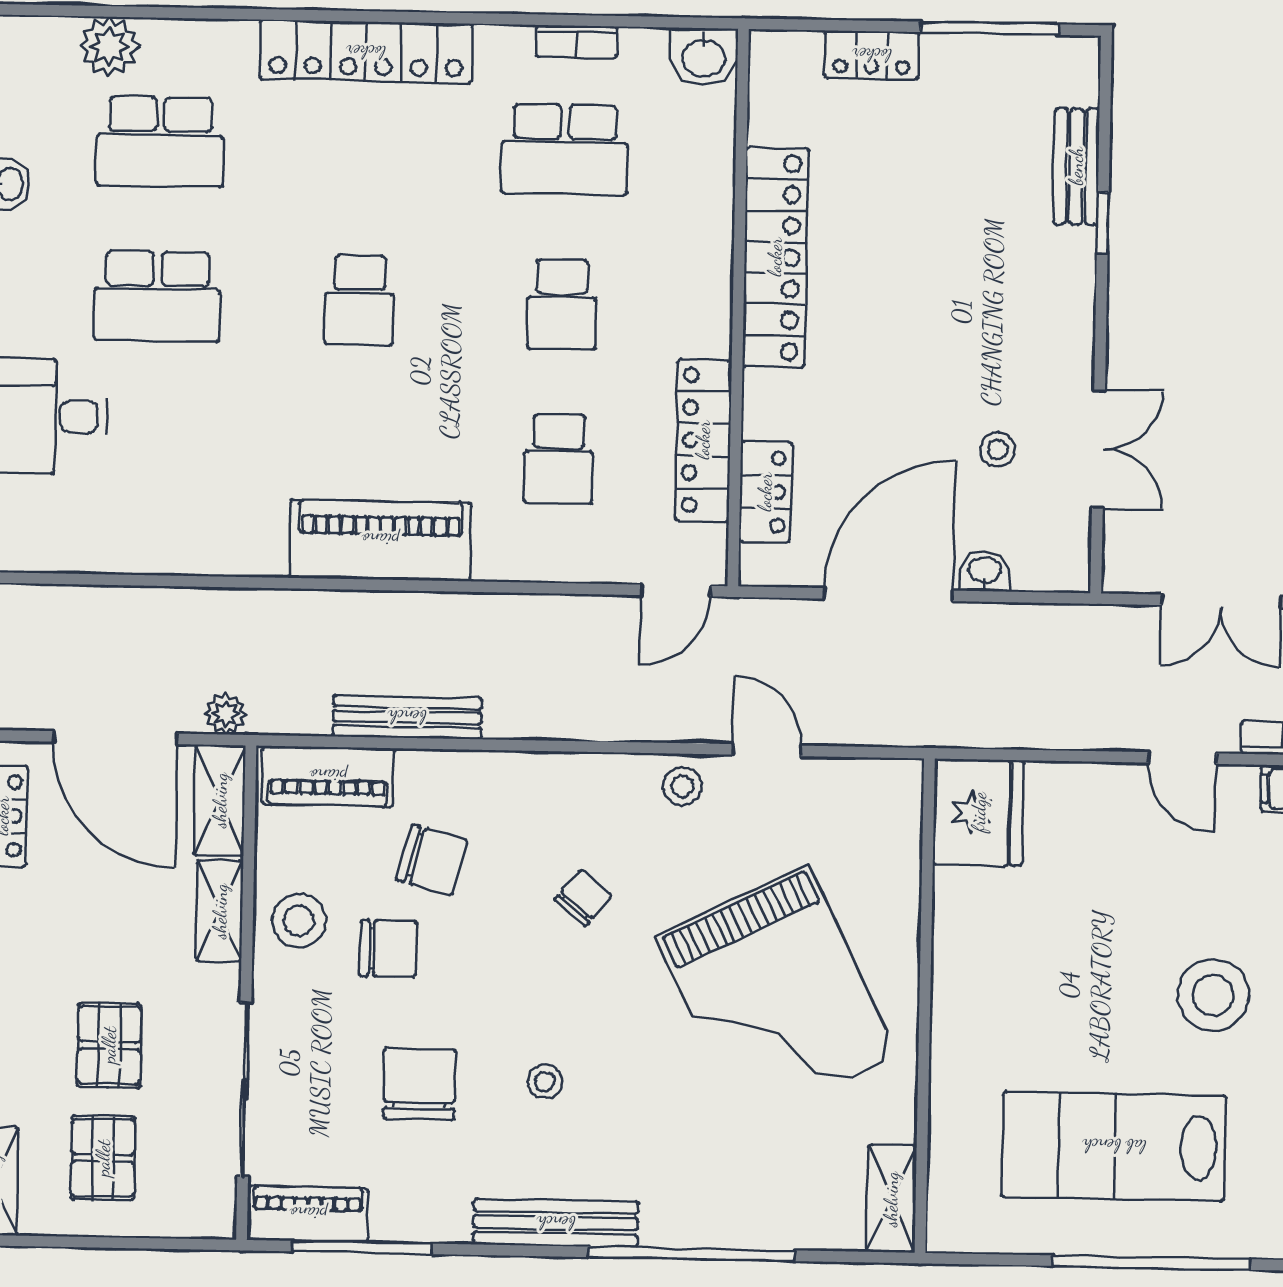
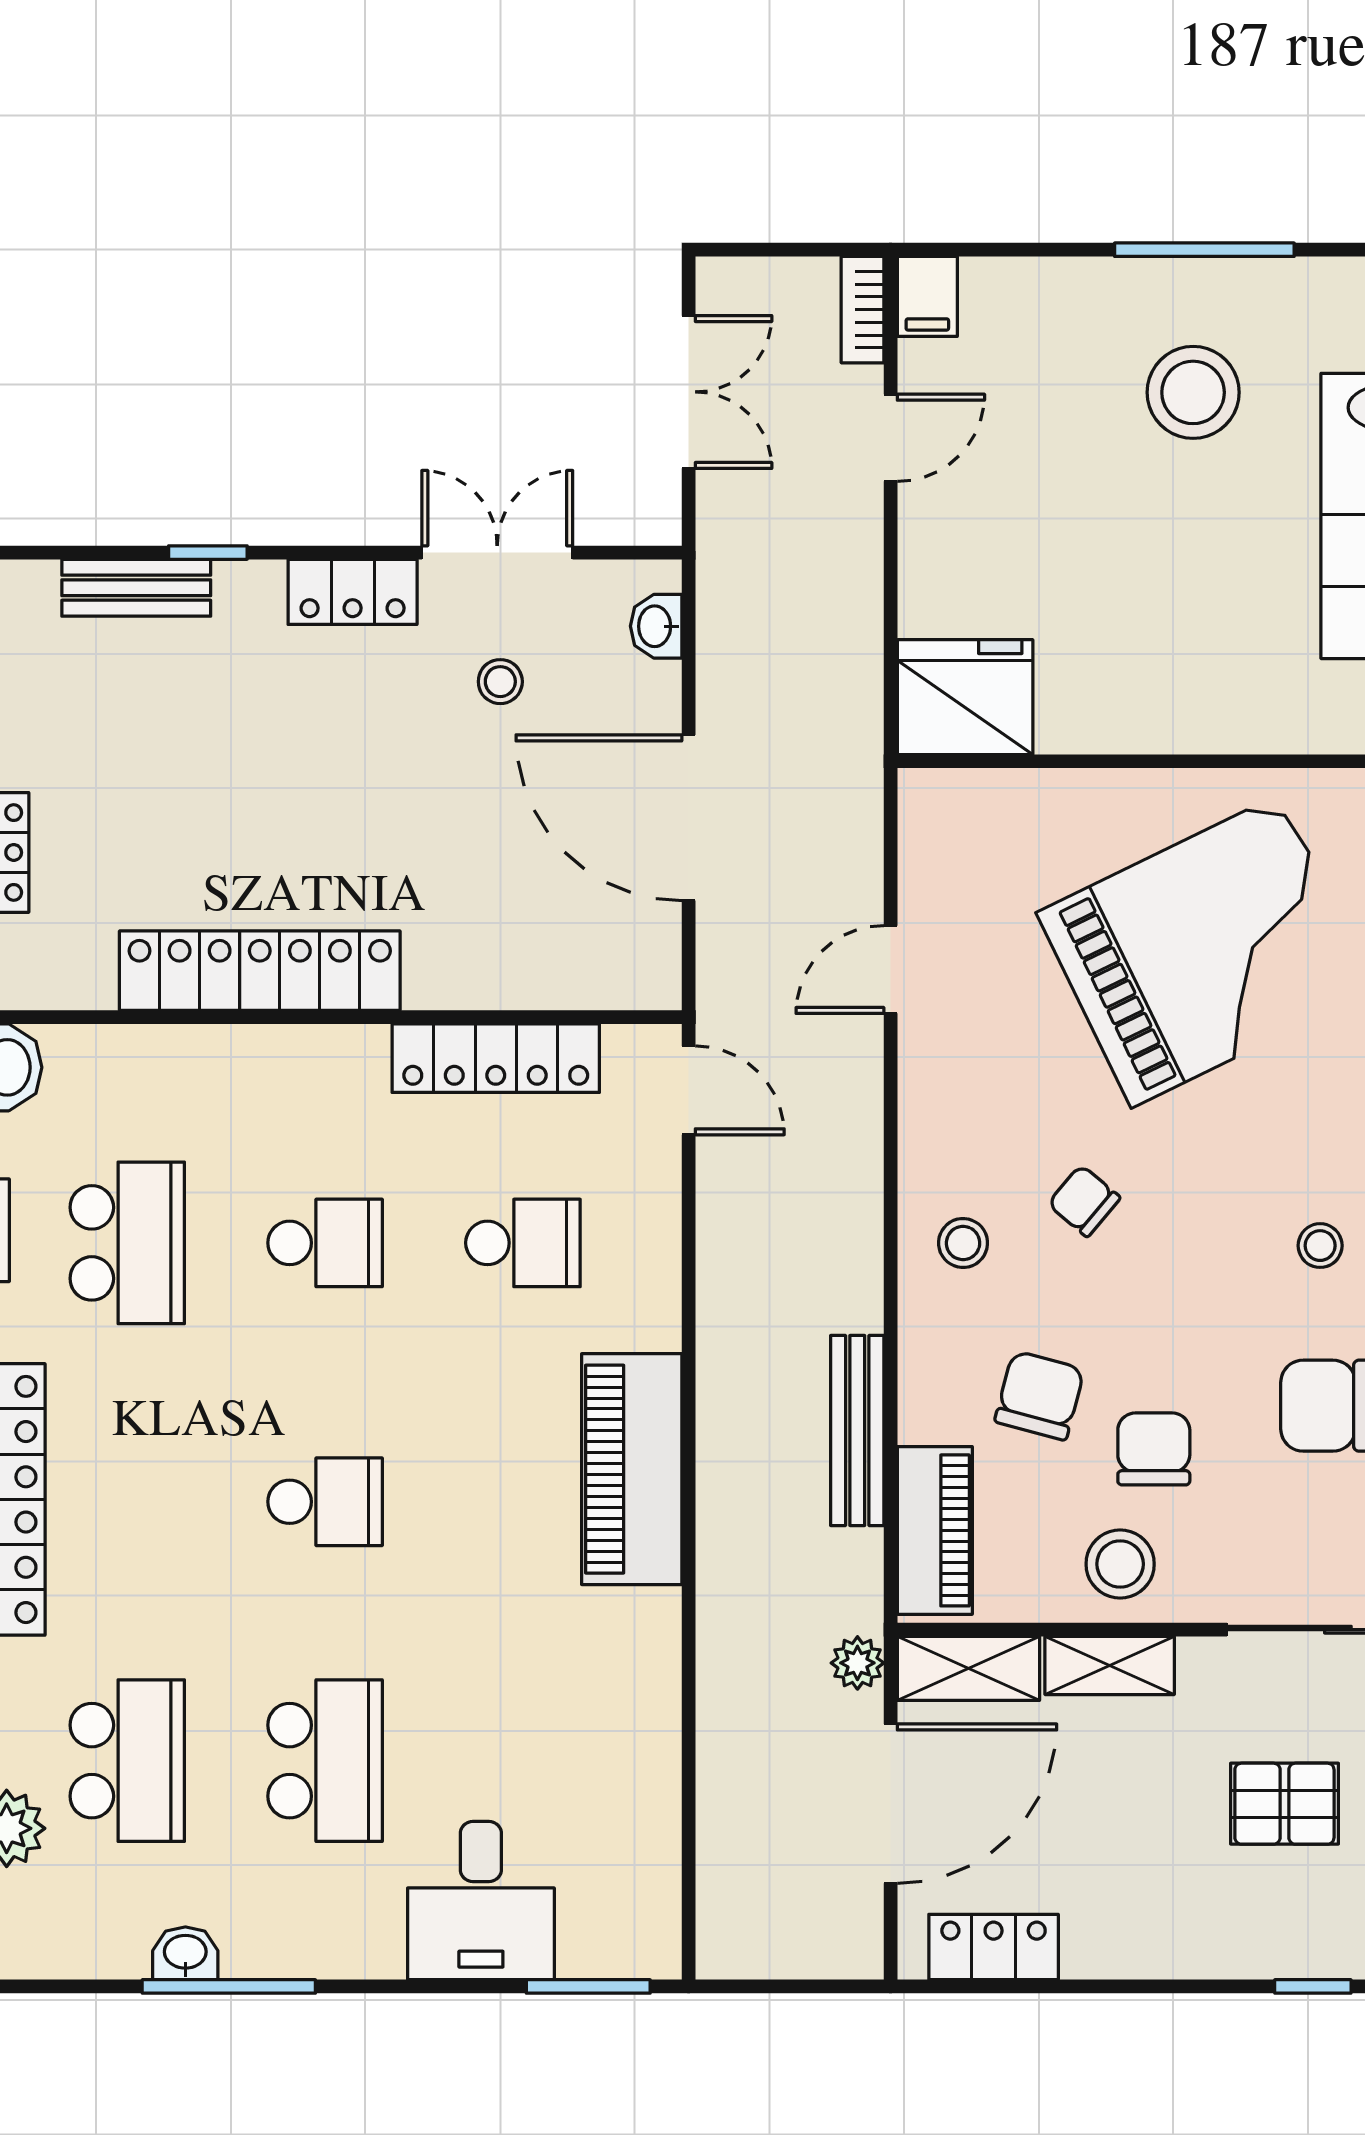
locker: (765, 492) -> (353, 592), moved, turned 180
washbasin: (985, 571) -> (656, 626), moved
stool: (683, 786) -> (963, 1243), moved

